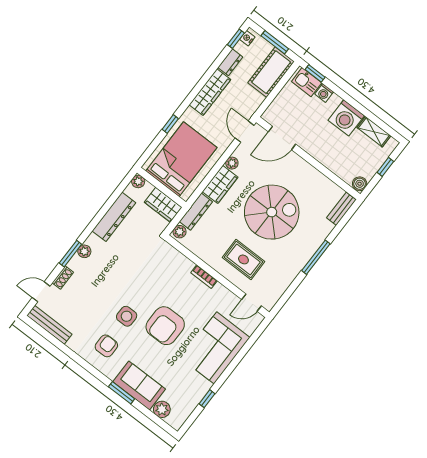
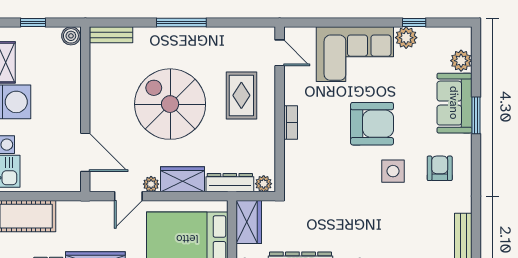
door: (244, 132) -> (128, 196), moved
armchair: (106, 346) -> (440, 168), turned 90
plant: (202, 387) -> (406, 38), added

